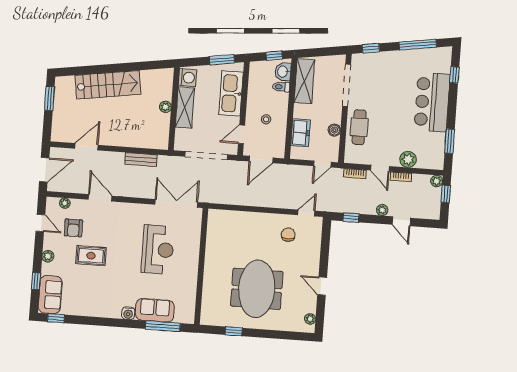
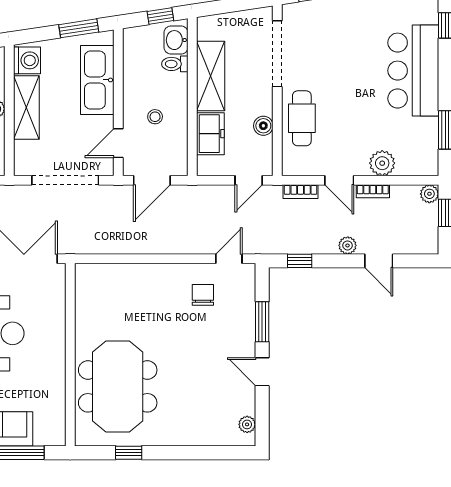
shelving: (304, 81) -> (211, 76), moved
window: (324, 254) -> (262, 322), added
meeting table: (257, 289) -> (118, 386), moved

